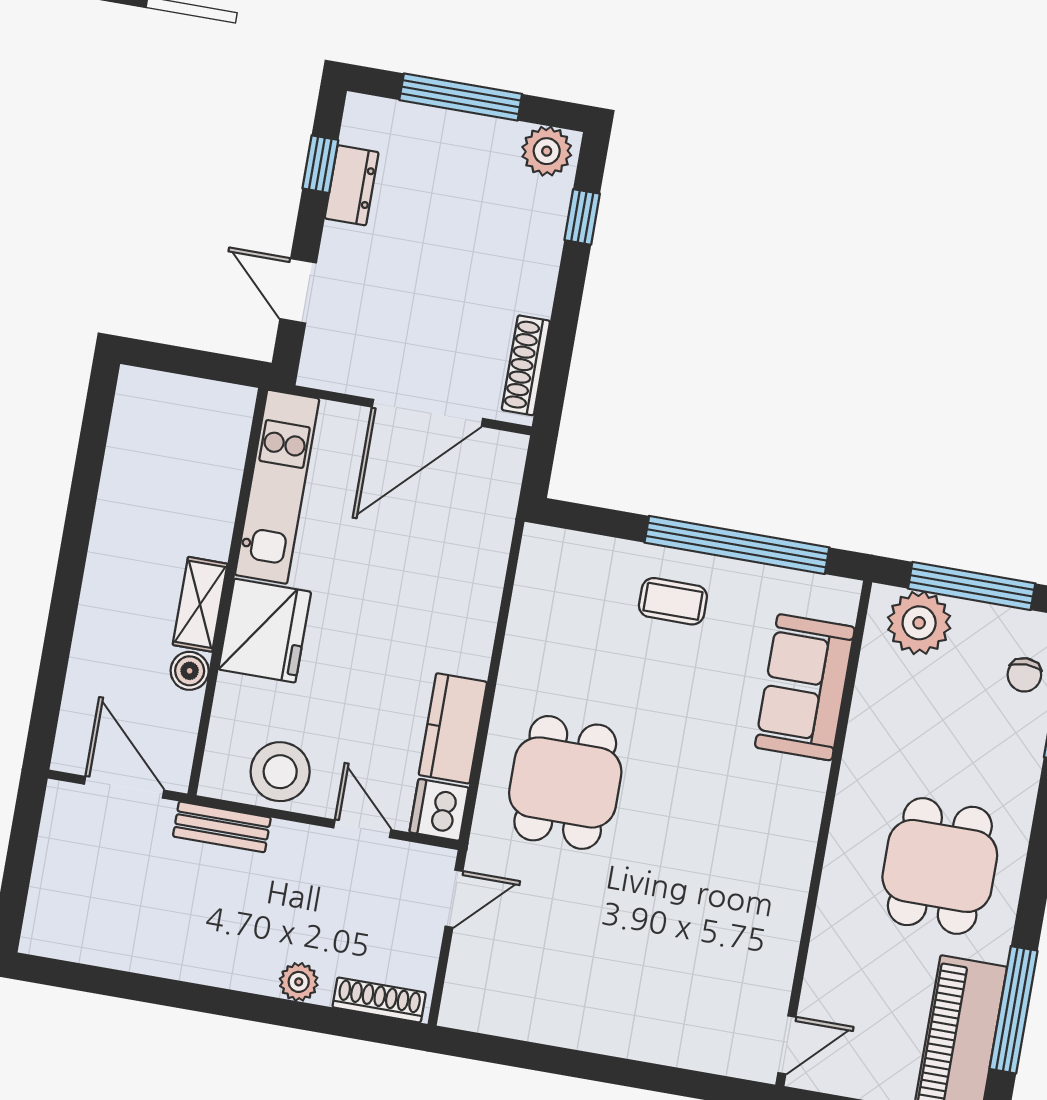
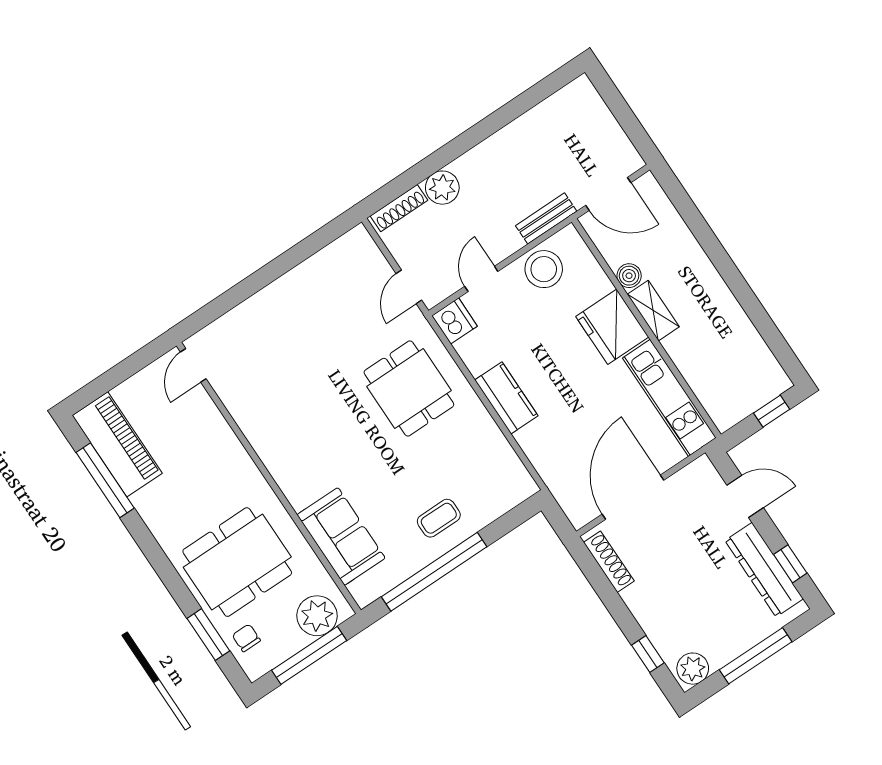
dresser: (352, 185) -> (764, 570), width x1.96, depth x1.24
window: (175, 360) -> (772, 411), added
kitchen counter: (453, 728) -> (506, 398), moved
door: (362, 829) -> (481, 279), swing flipped
dining table: (940, 866) -> (237, 562), moved, width x1.38
plant: (299, 982) -> (442, 188), width x1.38, depth x1.38

